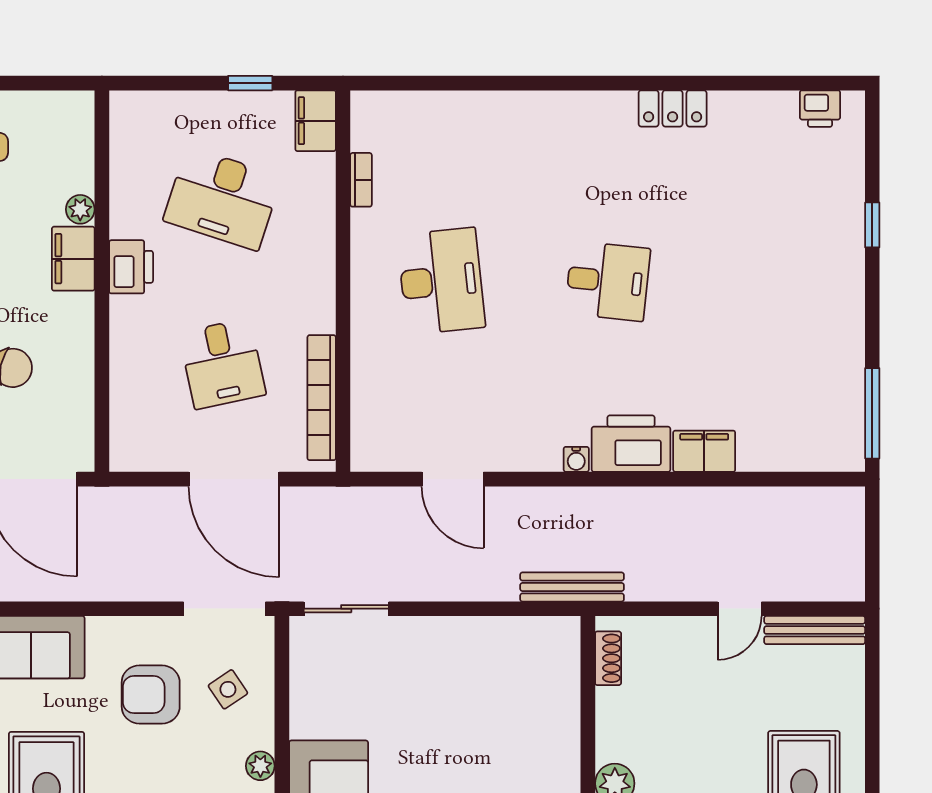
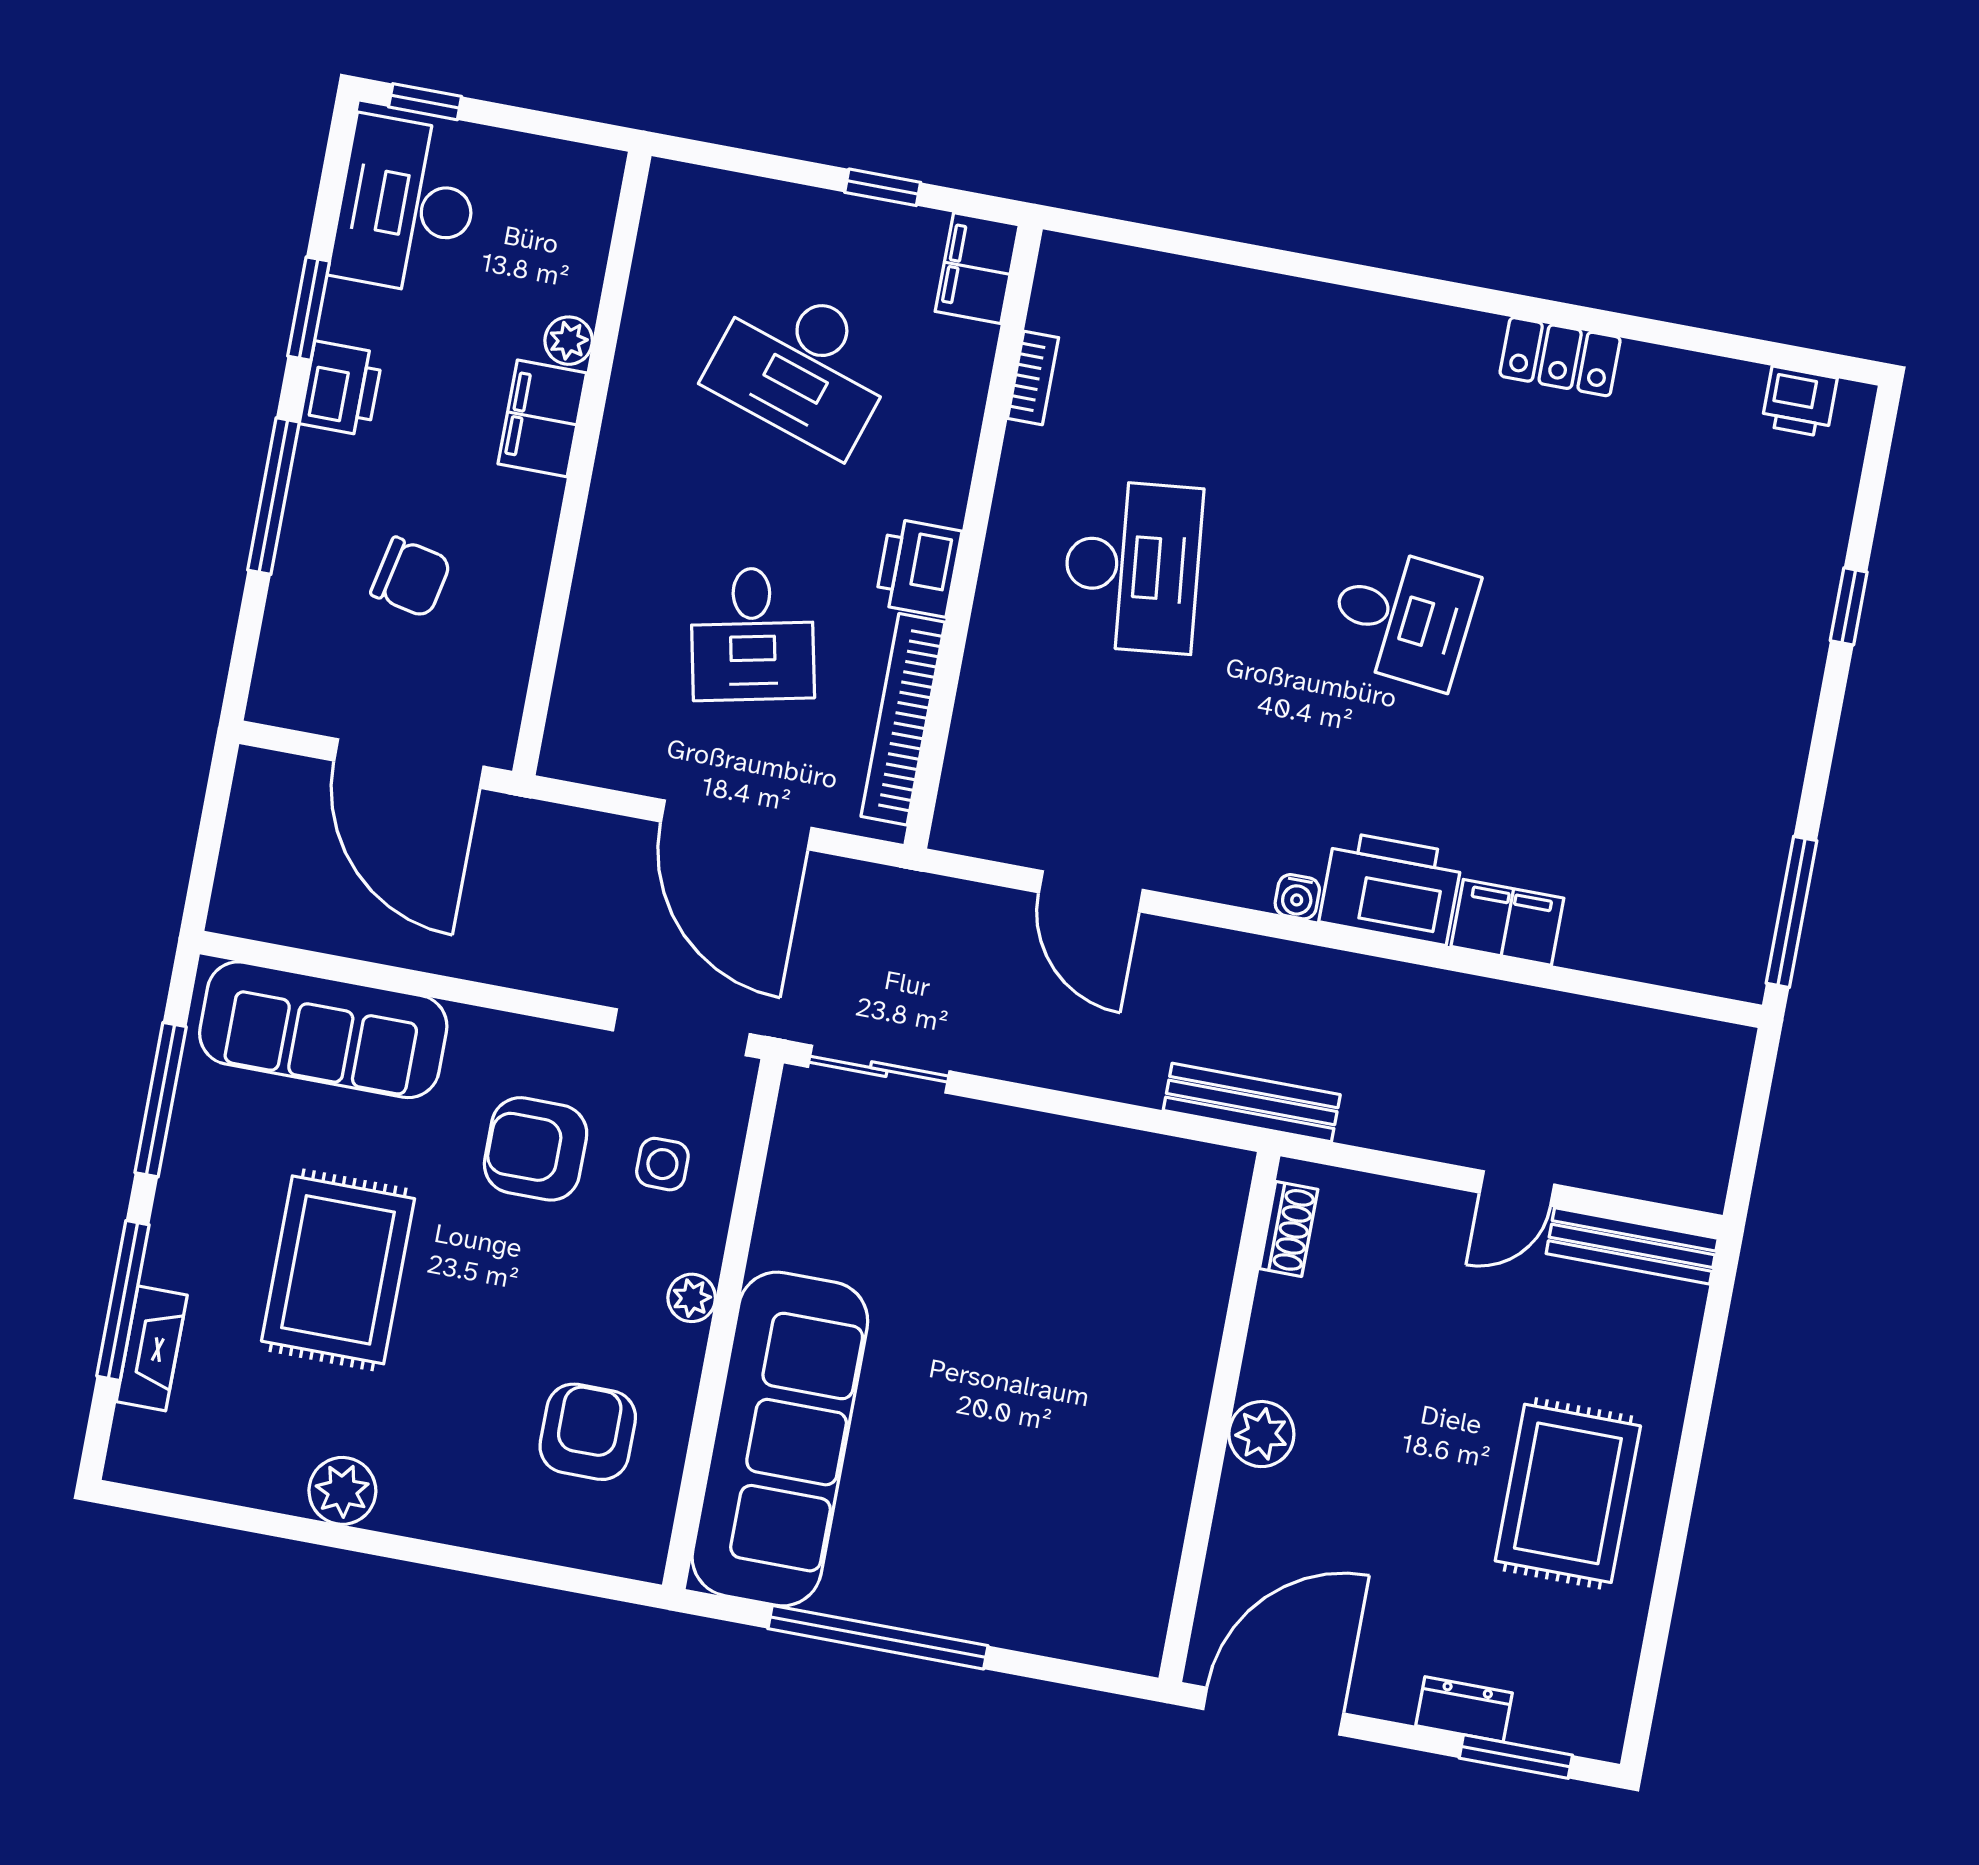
printer: (131, 267) -> (918, 568), moved, turned 180
side table: (228, 689) -> (662, 1164), turned 34

